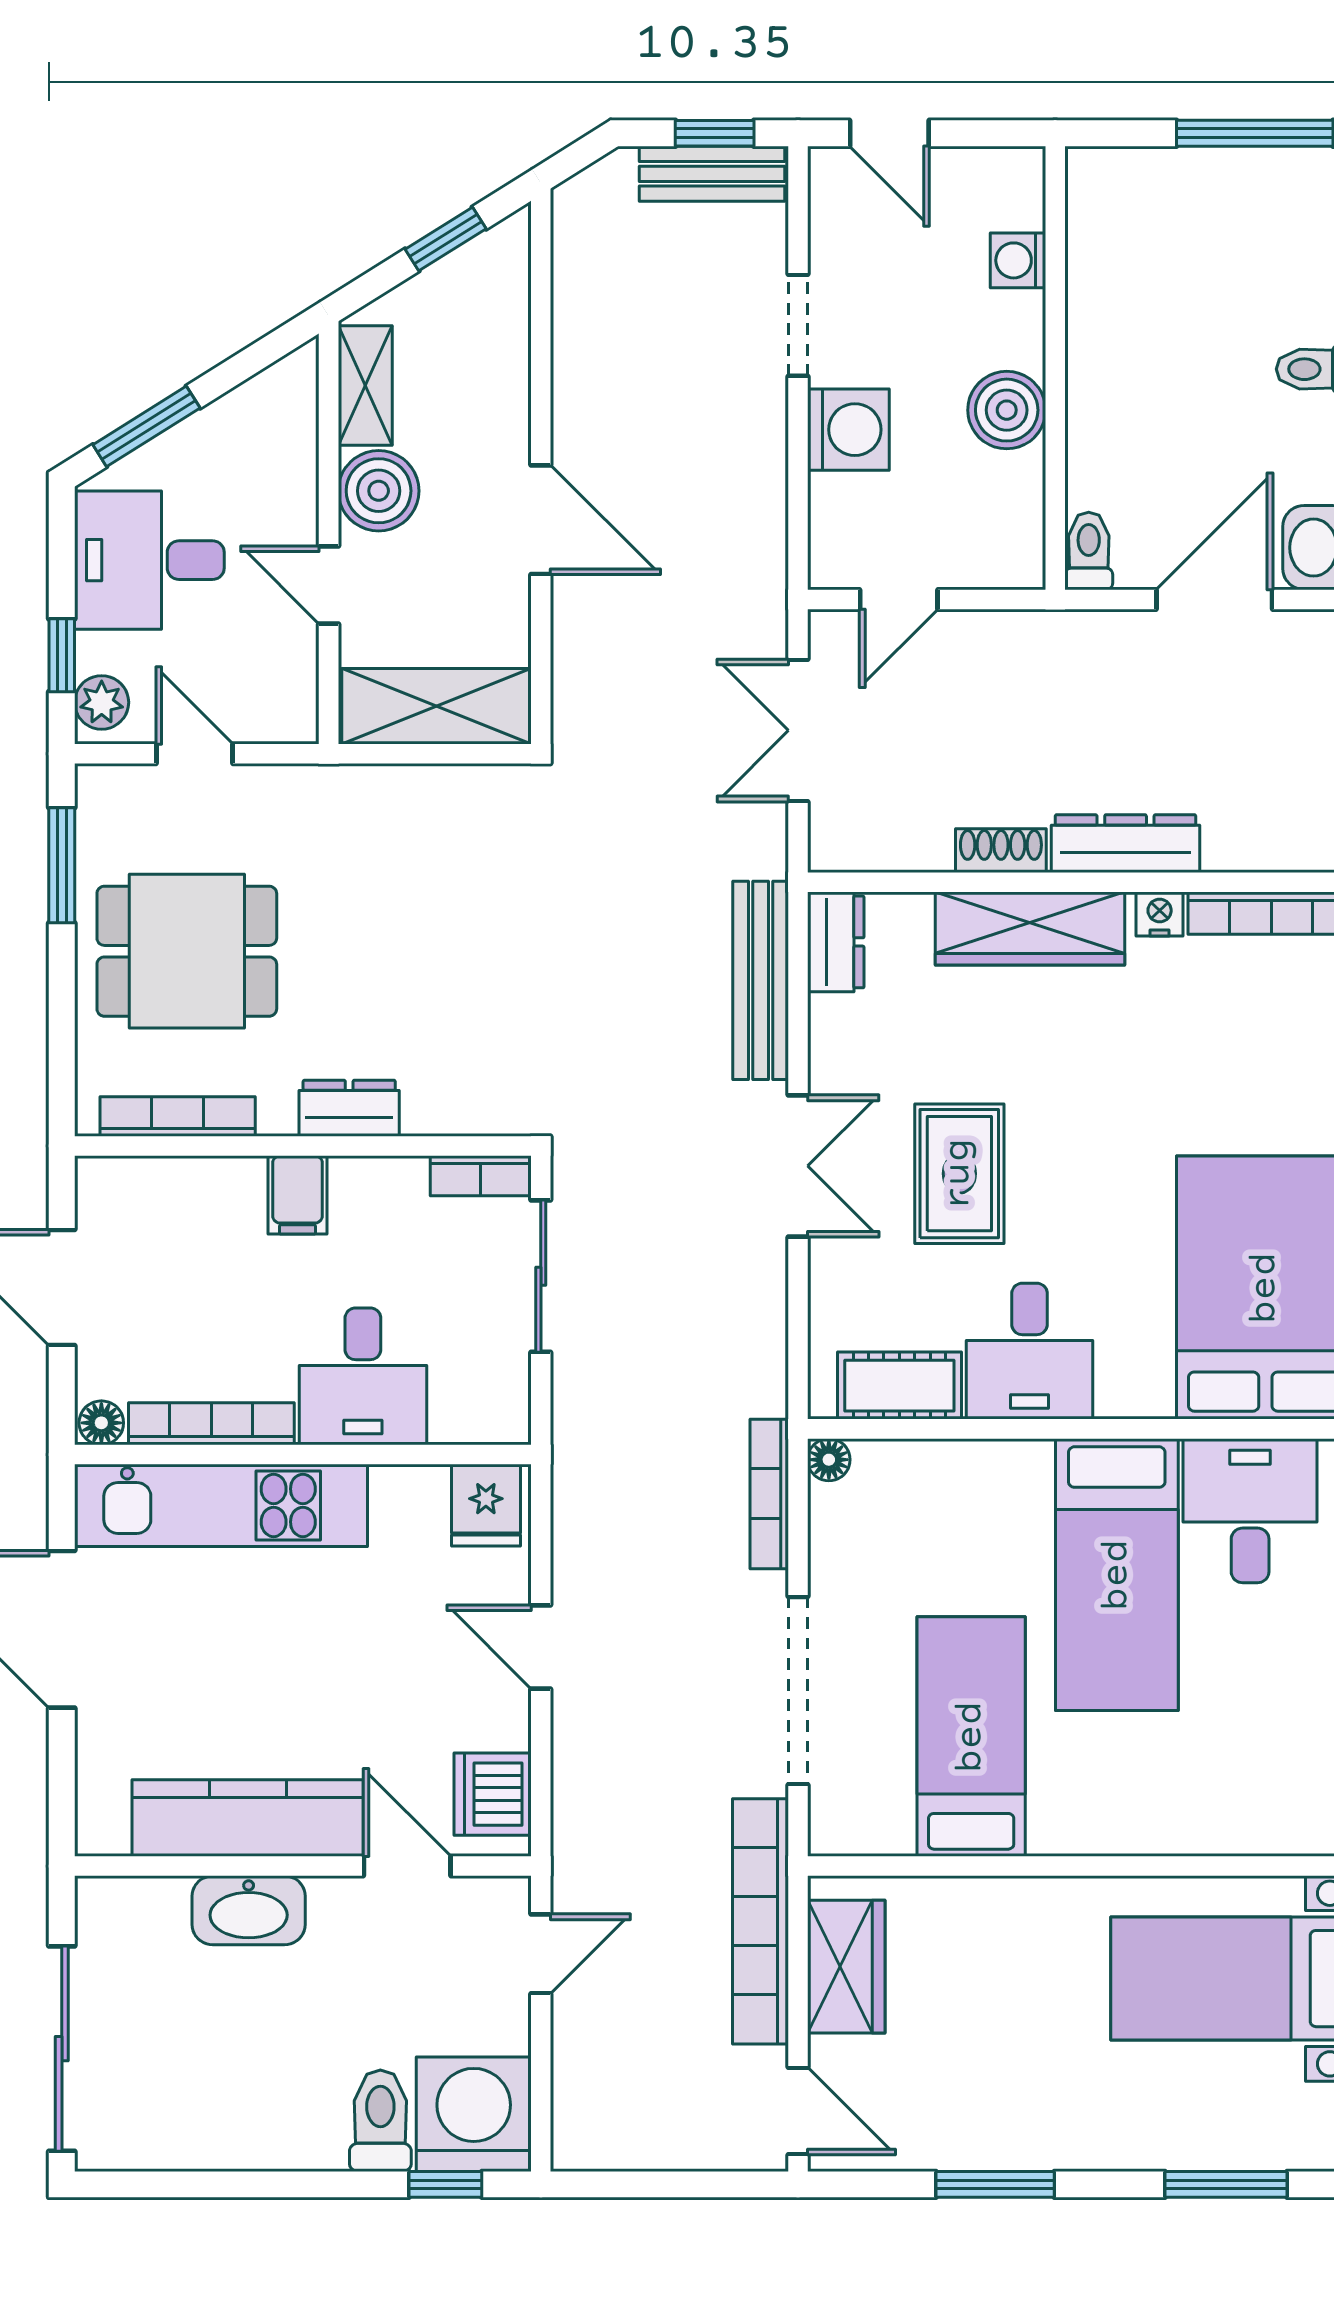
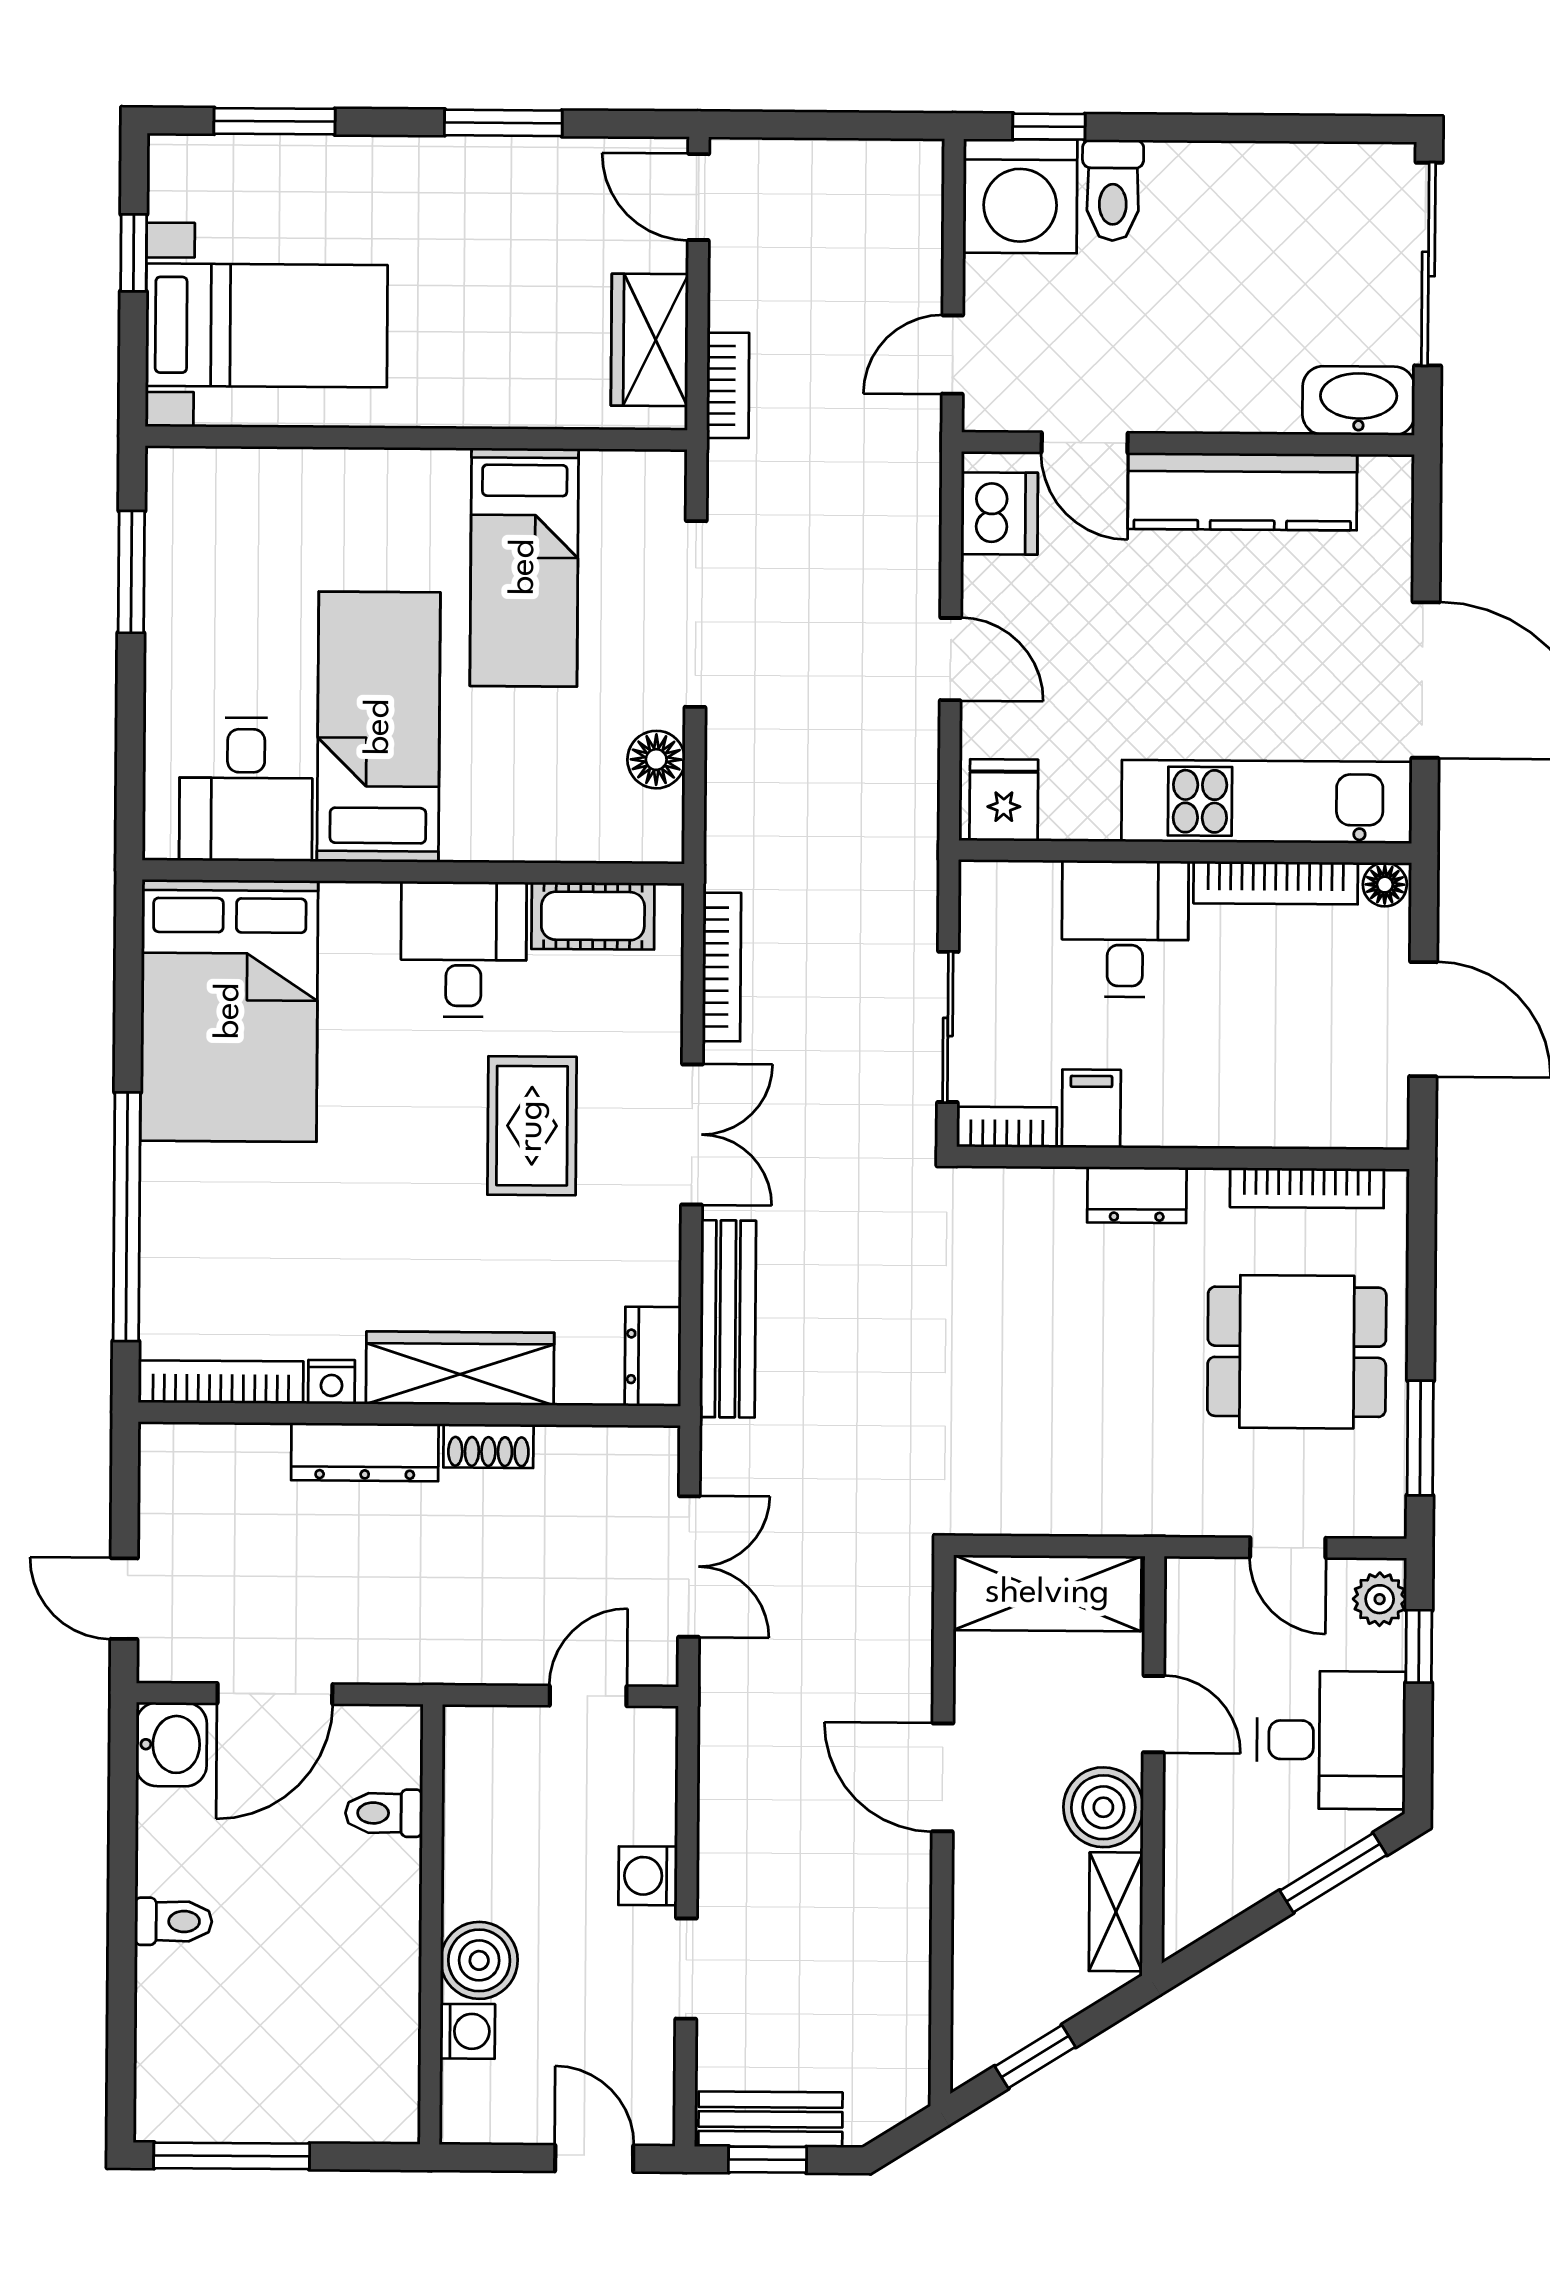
boiler: (1007, 410) -> (479, 1960), moved
washing machine: (848, 430) -> (648, 1876), width x0.73, depth x0.73
toilet: (1089, 551) -> (384, 1813), moved, turned 90
double door: (798, 1166) -> (692, 1134), swing flipped
filing cabinet: (297, 1195) -> (1091, 1109), moved
floor lamp: (829, 1460) -> (656, 760), moved, width x1.37, depth x1.37
bookcase: (769, 1494) -> (722, 967), moved
washbasin: (249, 1910) -> (1359, 401), moved
bookcase: (760, 1921) -> (728, 385), width x0.43, depth x0.76

